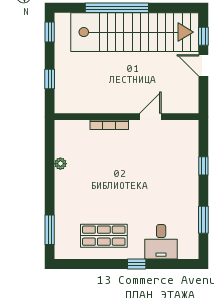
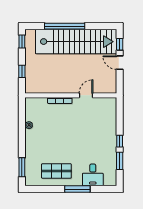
window: (203, 166) -> (120, 141), moved
window: (137, 264) -> (77, 189), width x2.17

